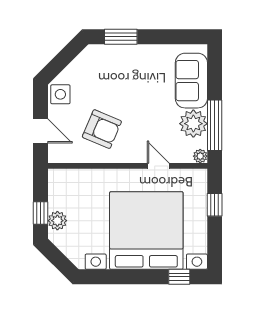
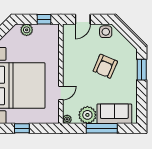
window: (215, 125) -> (102, 128), moved
armchair: (102, 129) -> (105, 66), moved
window: (215, 205) -> (22, 128), moved
window: (41, 213) -> (44, 19), moved

